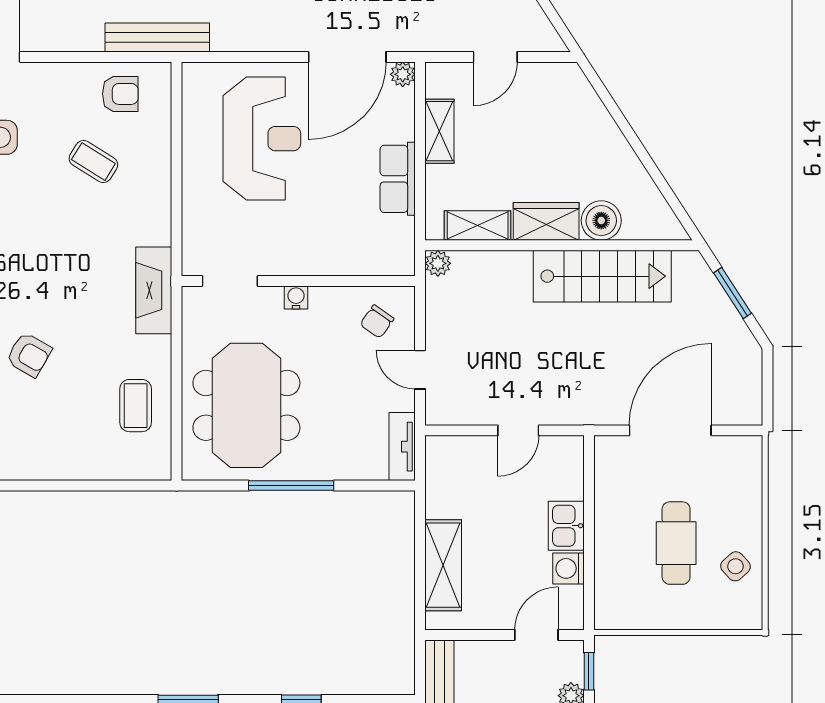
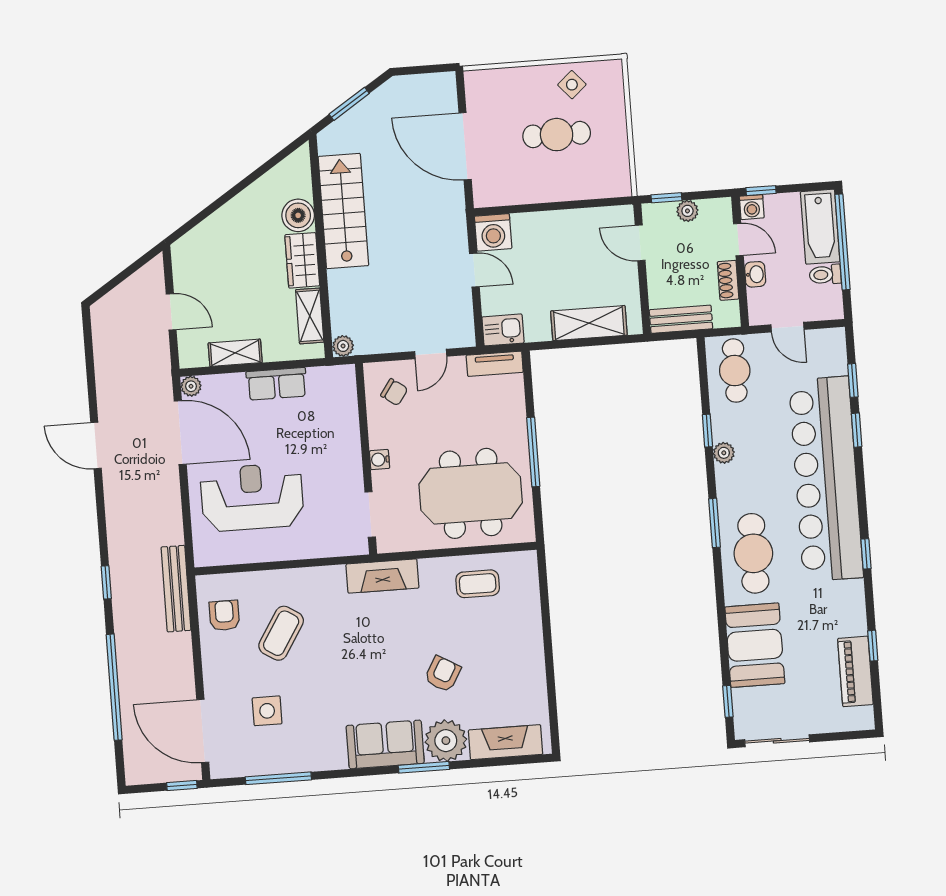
coffee table: (93, 162) -> (281, 633), width x1.36, depth x1.30
kitchen sink: (566, 526) -> (503, 330), moved, turned 180
washing machine: (569, 568) -> (493, 232), moved, width x1.38, depth x1.38

